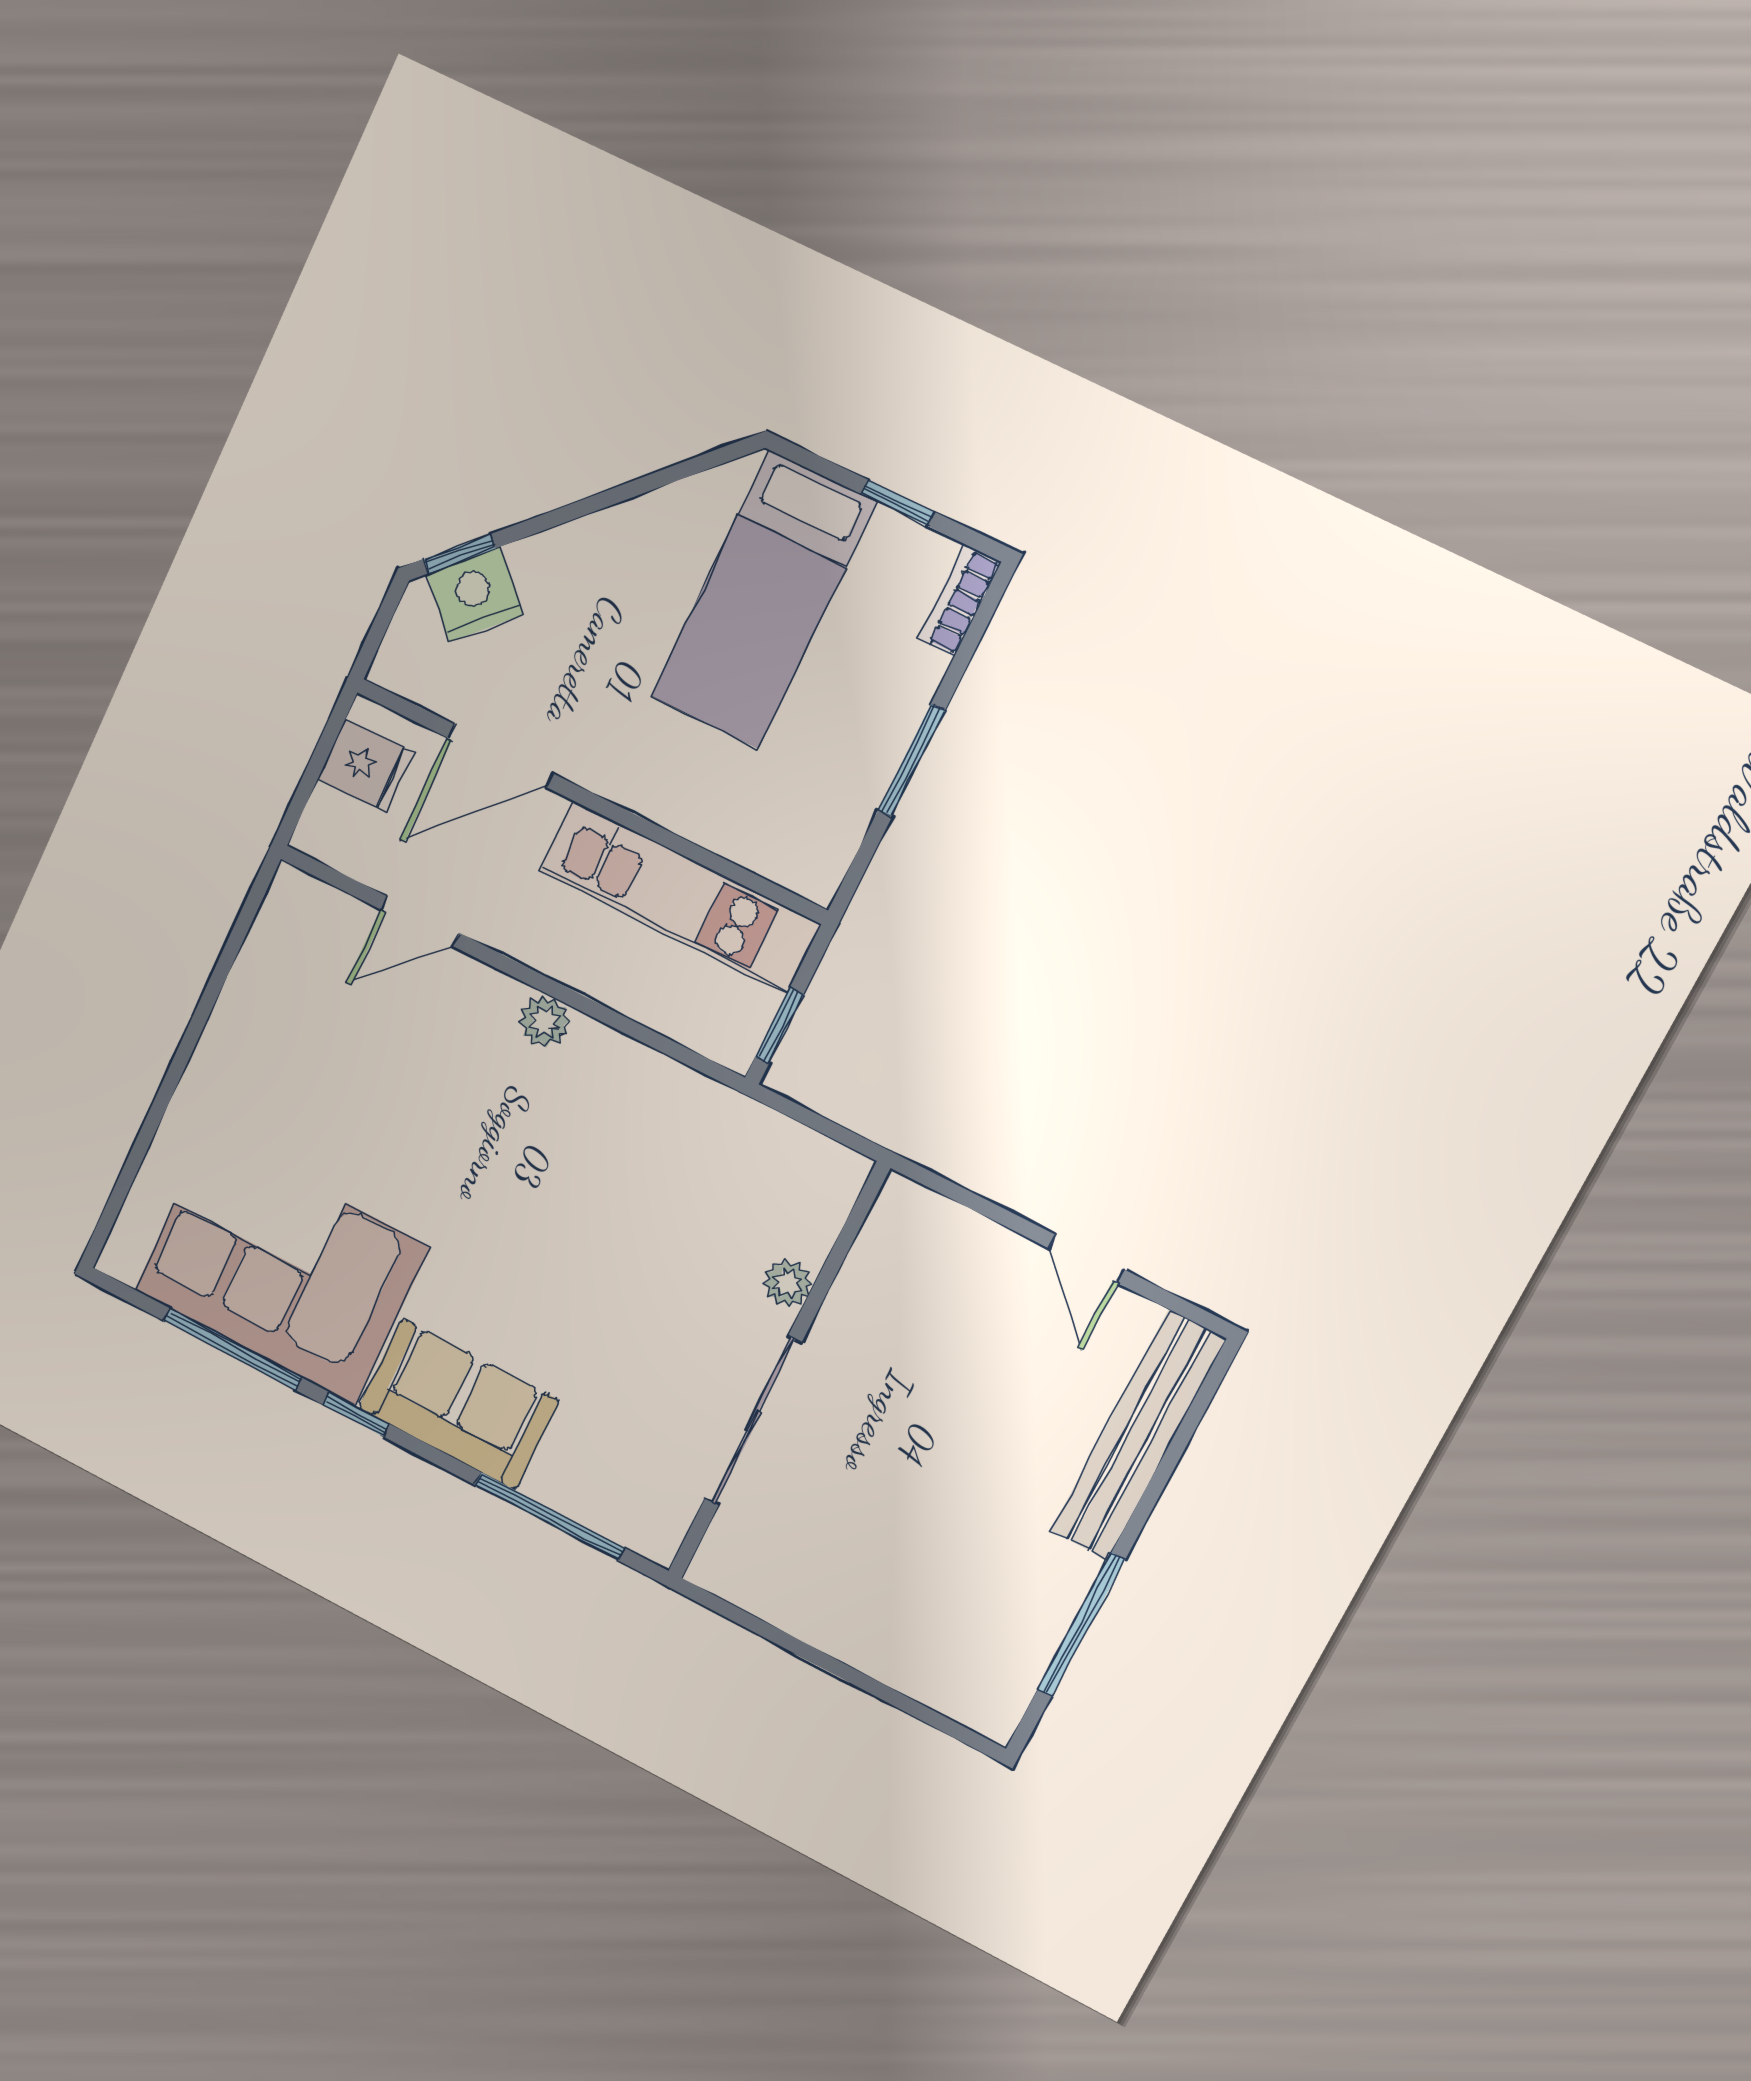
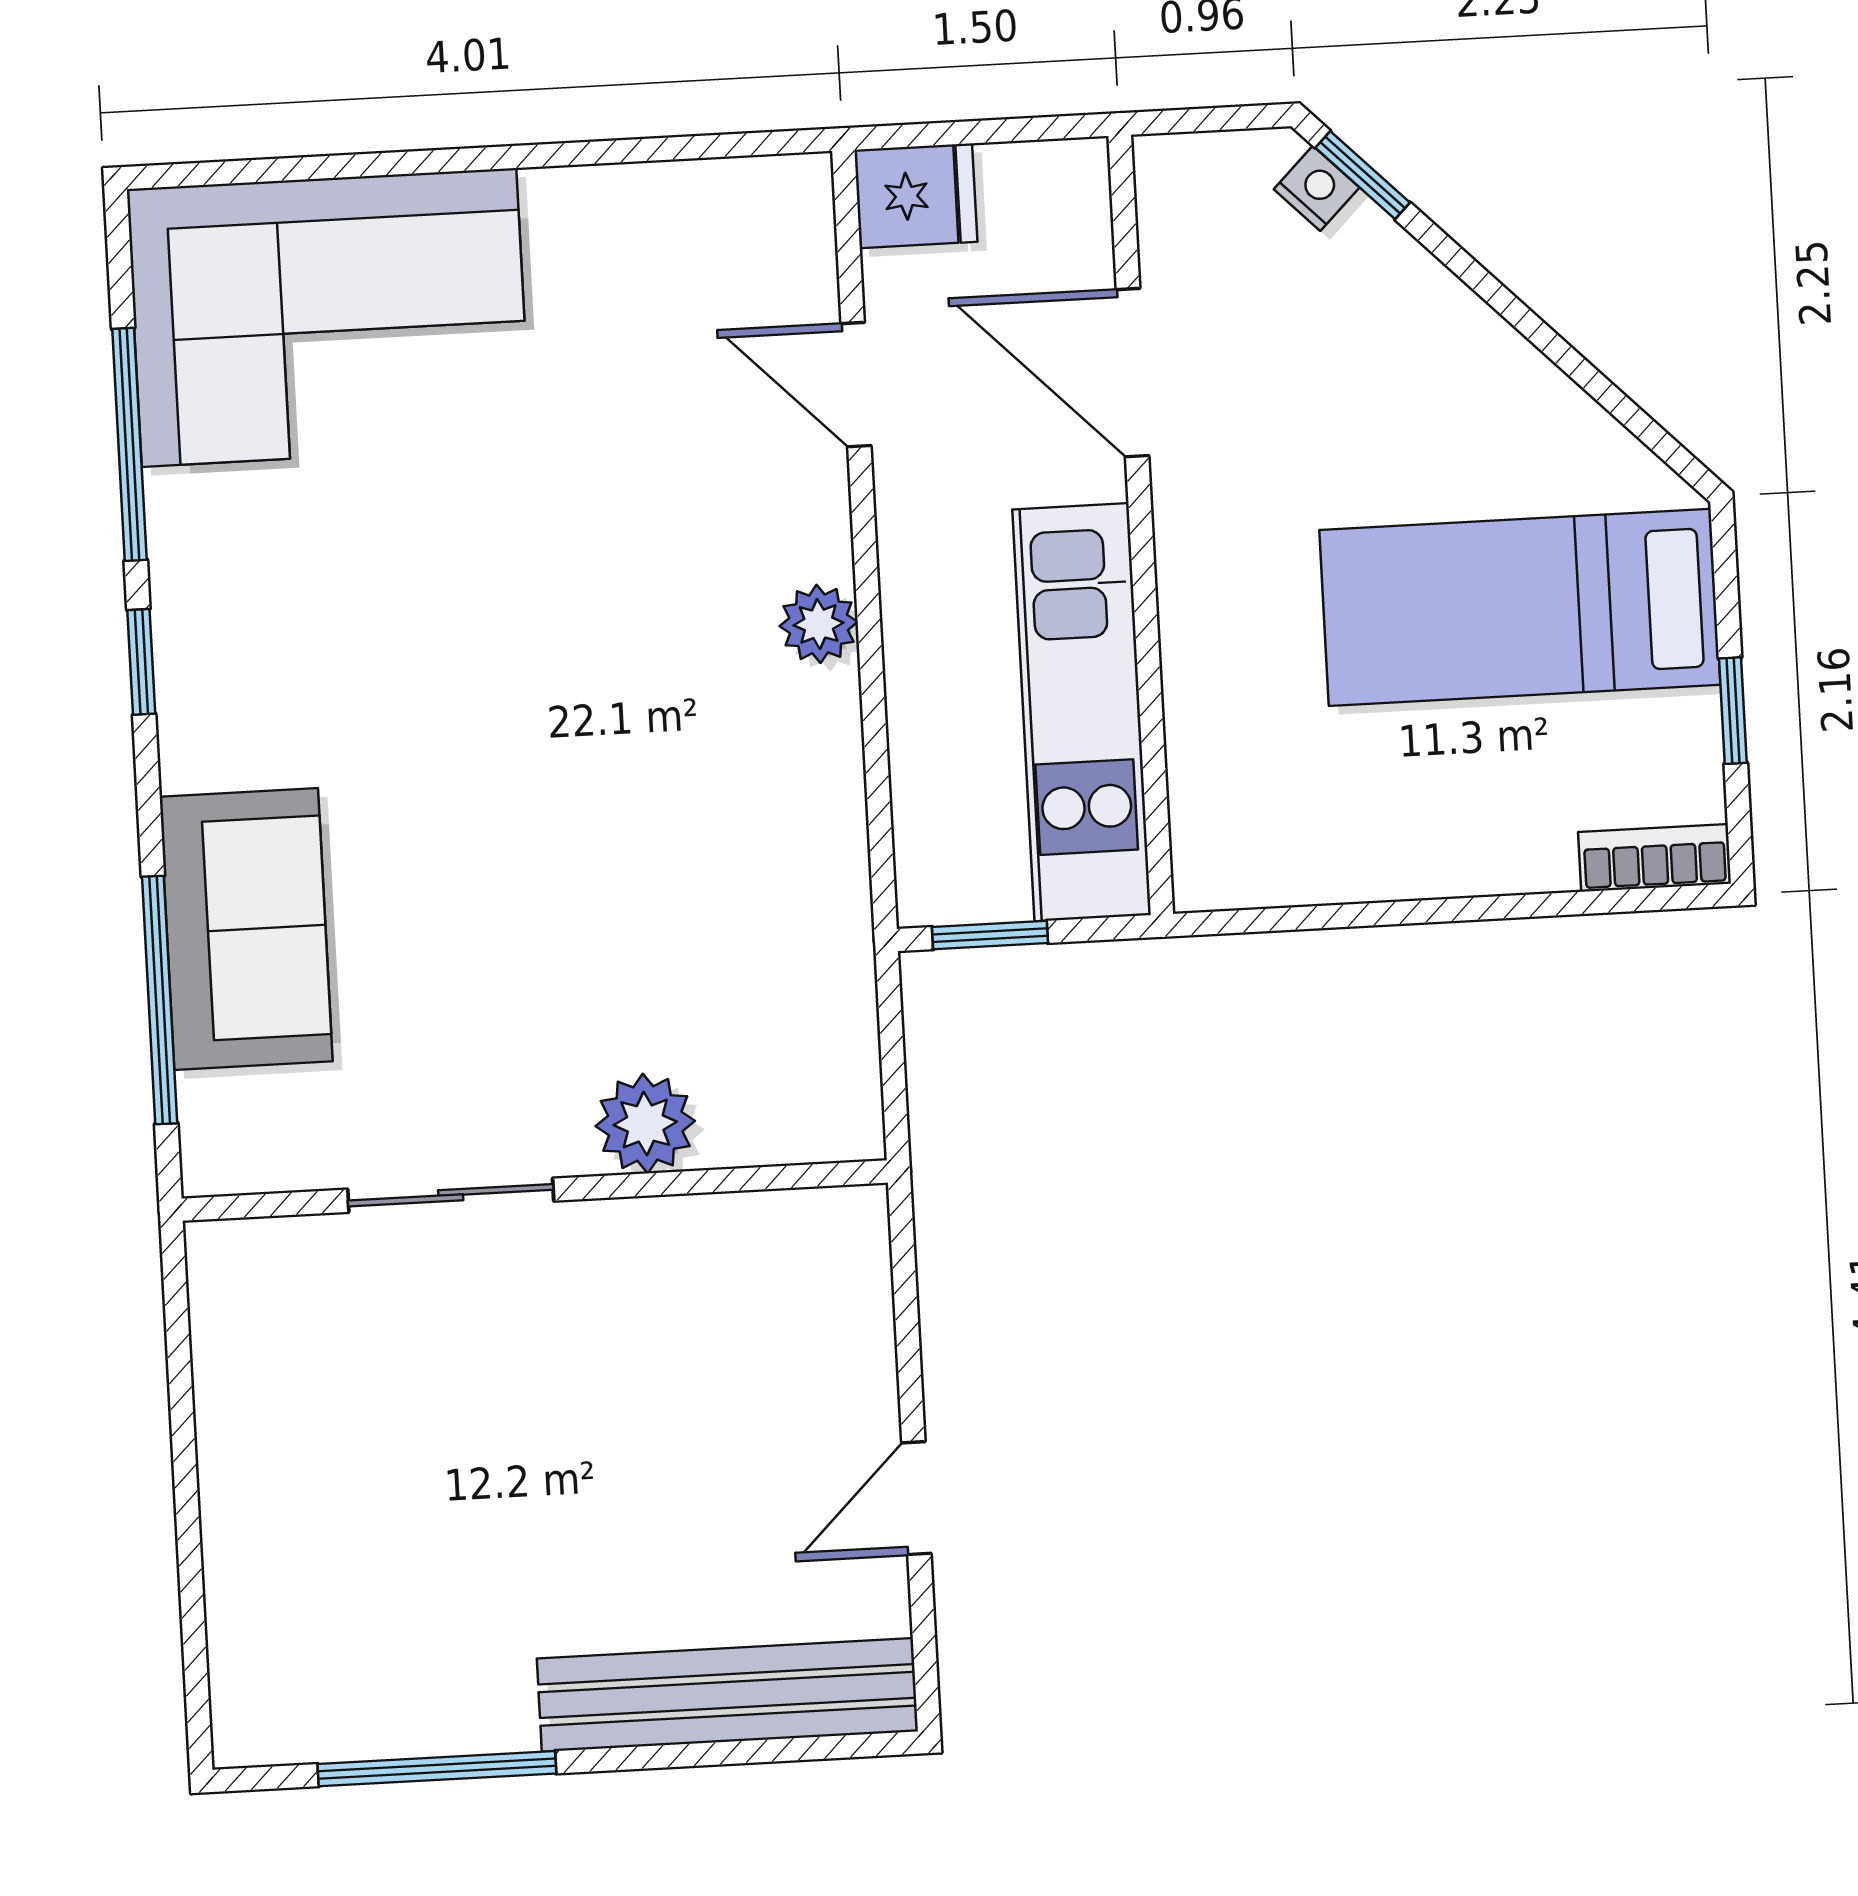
nightstand: (475, 594) -> (1317, 188), width x0.53, depth x0.56
window: (911, 760) -> (1422, 912), removed
fridge: (366, 766) -> (916, 196), moved, turned -90
corner sofa: (281, 1268) -> (329, 318), moved, turned 90
plant: (788, 1283) -> (645, 1123), width x1.38, depth x1.38
sofa: (459, 1404) -> (246, 929), moved
sliding door: (753, 1421) -> (451, 1195), width x0.73

